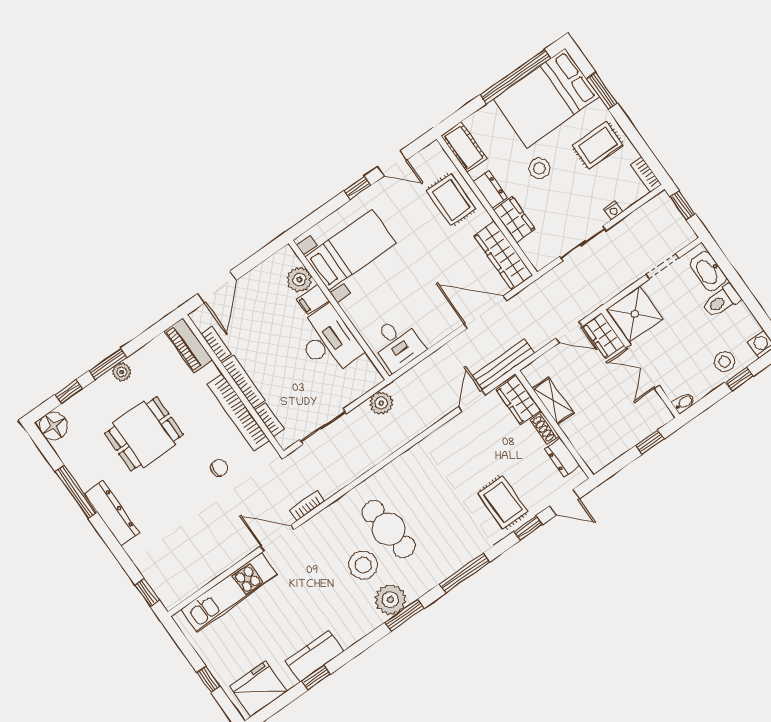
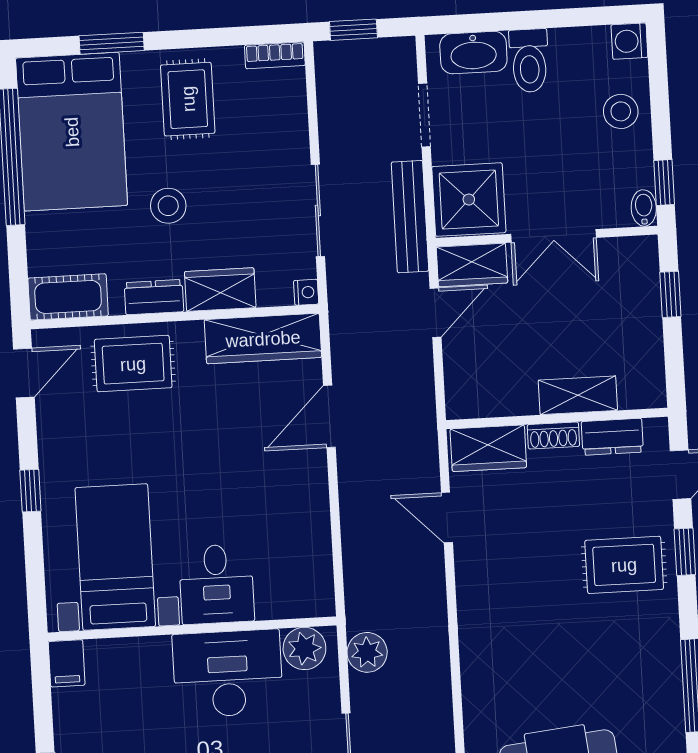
door: (392, 163) -> (24, 373), moved
nightstand: (613, 210) -> (306, 292), moved
plant: (299, 280) -> (304, 648), moved
filing cabinet: (312, 300) -> (67, 663), moved
door: (485, 312) -> (329, 416), width x0.73
desk: (397, 344) -> (216, 584), moved, turned 90
bench: (503, 364) -> (410, 217), moved
window: (739, 379) -> (664, 182), moved
shelving: (553, 401) -> (578, 395), moved

